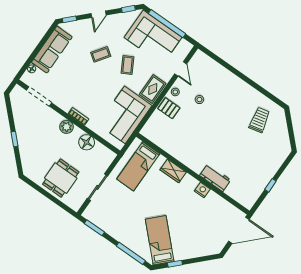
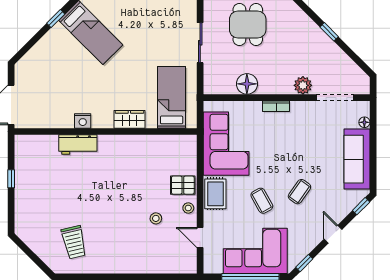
plant: (66, 127) -> (303, 85), moved

